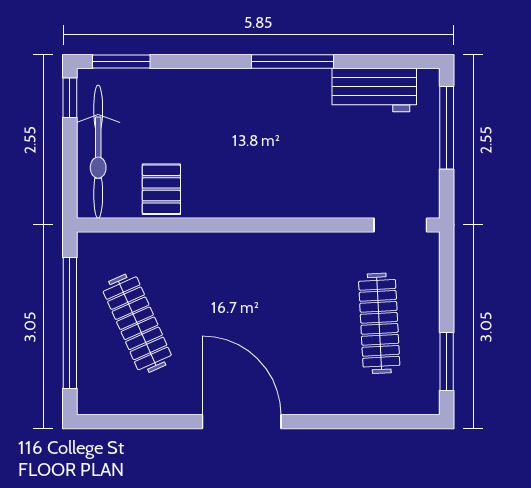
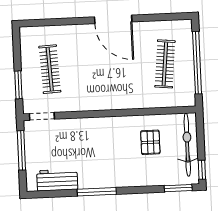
window: (447, 128) -> (21, 150), moved
pallet: (161, 189) -> (150, 142), moved
clothes rail: (137, 323) -> (165, 64), turned 30
window: (447, 361) -> (18, 85), moved

